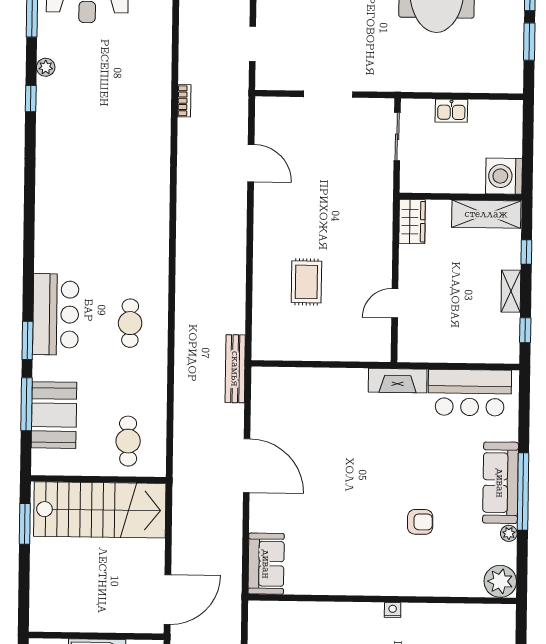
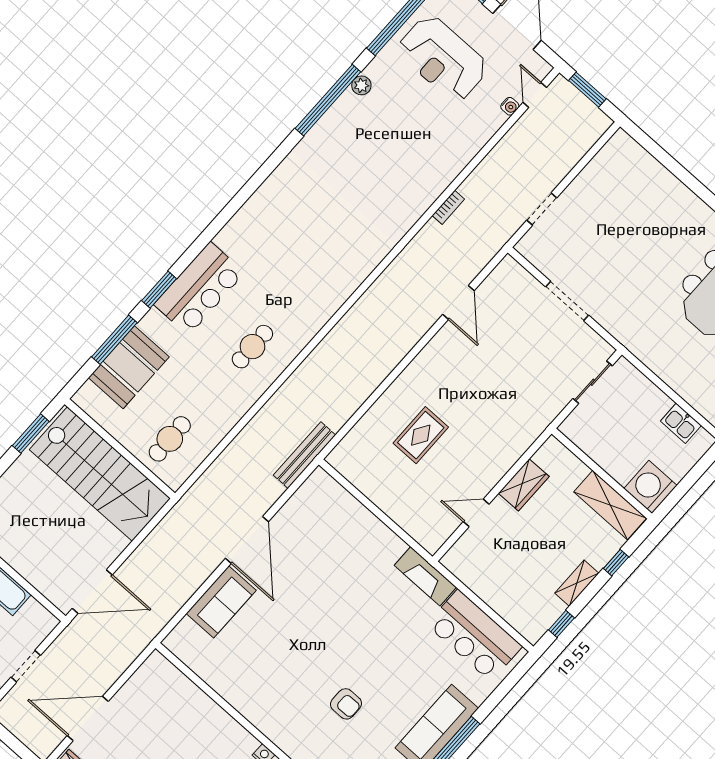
window: (31, 99) -> (328, 100), width x3.17
kitchen sink: (451, 111) -> (681, 423), moved
wardrobe: (412, 221) -> (524, 485), moved
sofa: (266, 564) -> (221, 602), moved

